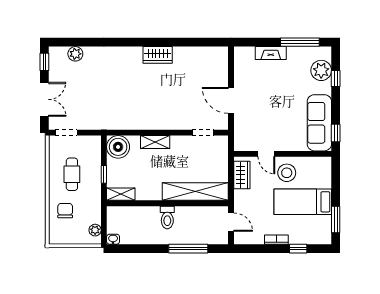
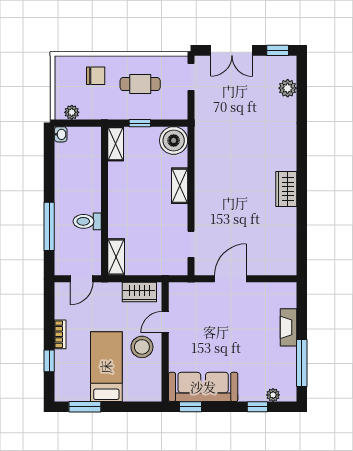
plant: (321, 70) -> (273, 395), width x0.53, depth x0.53
shelving: (195, 192) -> (116, 257), width x0.45, depth x0.75
toilet: (167, 218) -> (87, 221), moved

